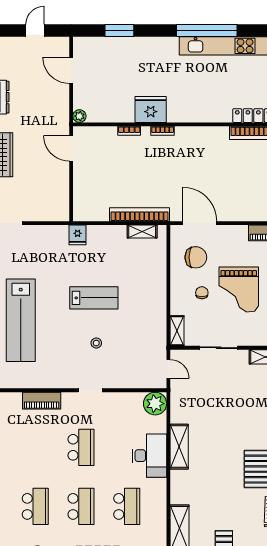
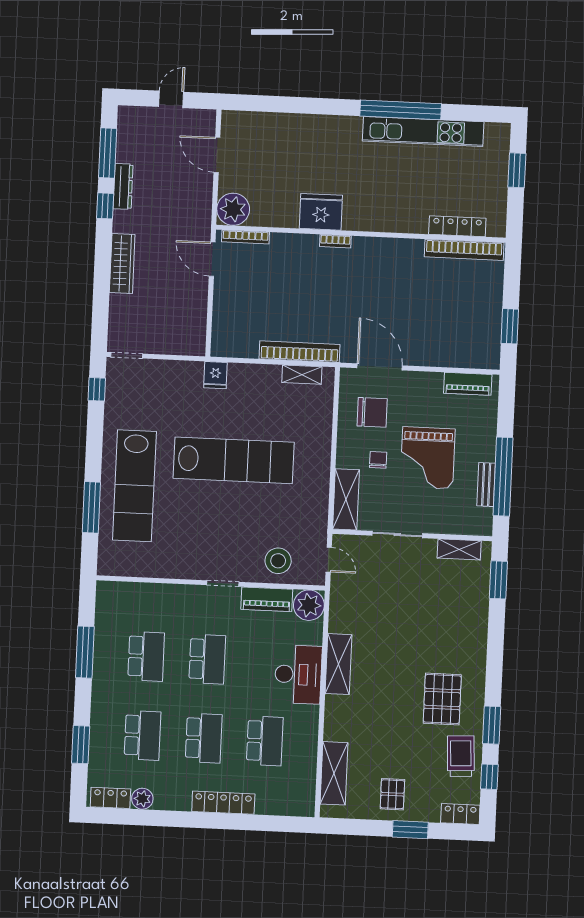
window: (119, 31) -> (284, 105), removed
plant: (79, 116) -> (233, 209), width x1.88, depth x1.88
bookcase: (129, 131) -> (246, 237), moved, width x1.56
lab bench: (94, 298) -> (234, 460), width x1.86, depth x1.39
shelving: (177, 331) -> (346, 499), width x1.50, depth x1.33
stool: (96, 343) -> (278, 561), moved, width x1.89, depth x1.89
piano: (42, 401) -> (267, 599), moved
school desk: (35, 447) -> (146, 656), added

